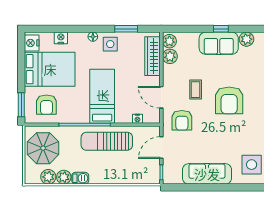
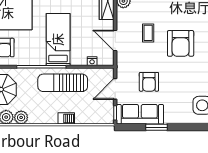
armchair: (182, 120) -> (149, 82), moved
sofa: (207, 174) -> (140, 114), moved
barbecue: (80, 178) -> (66, 118), moved
window: (204, 187) -> (156, 127), added

